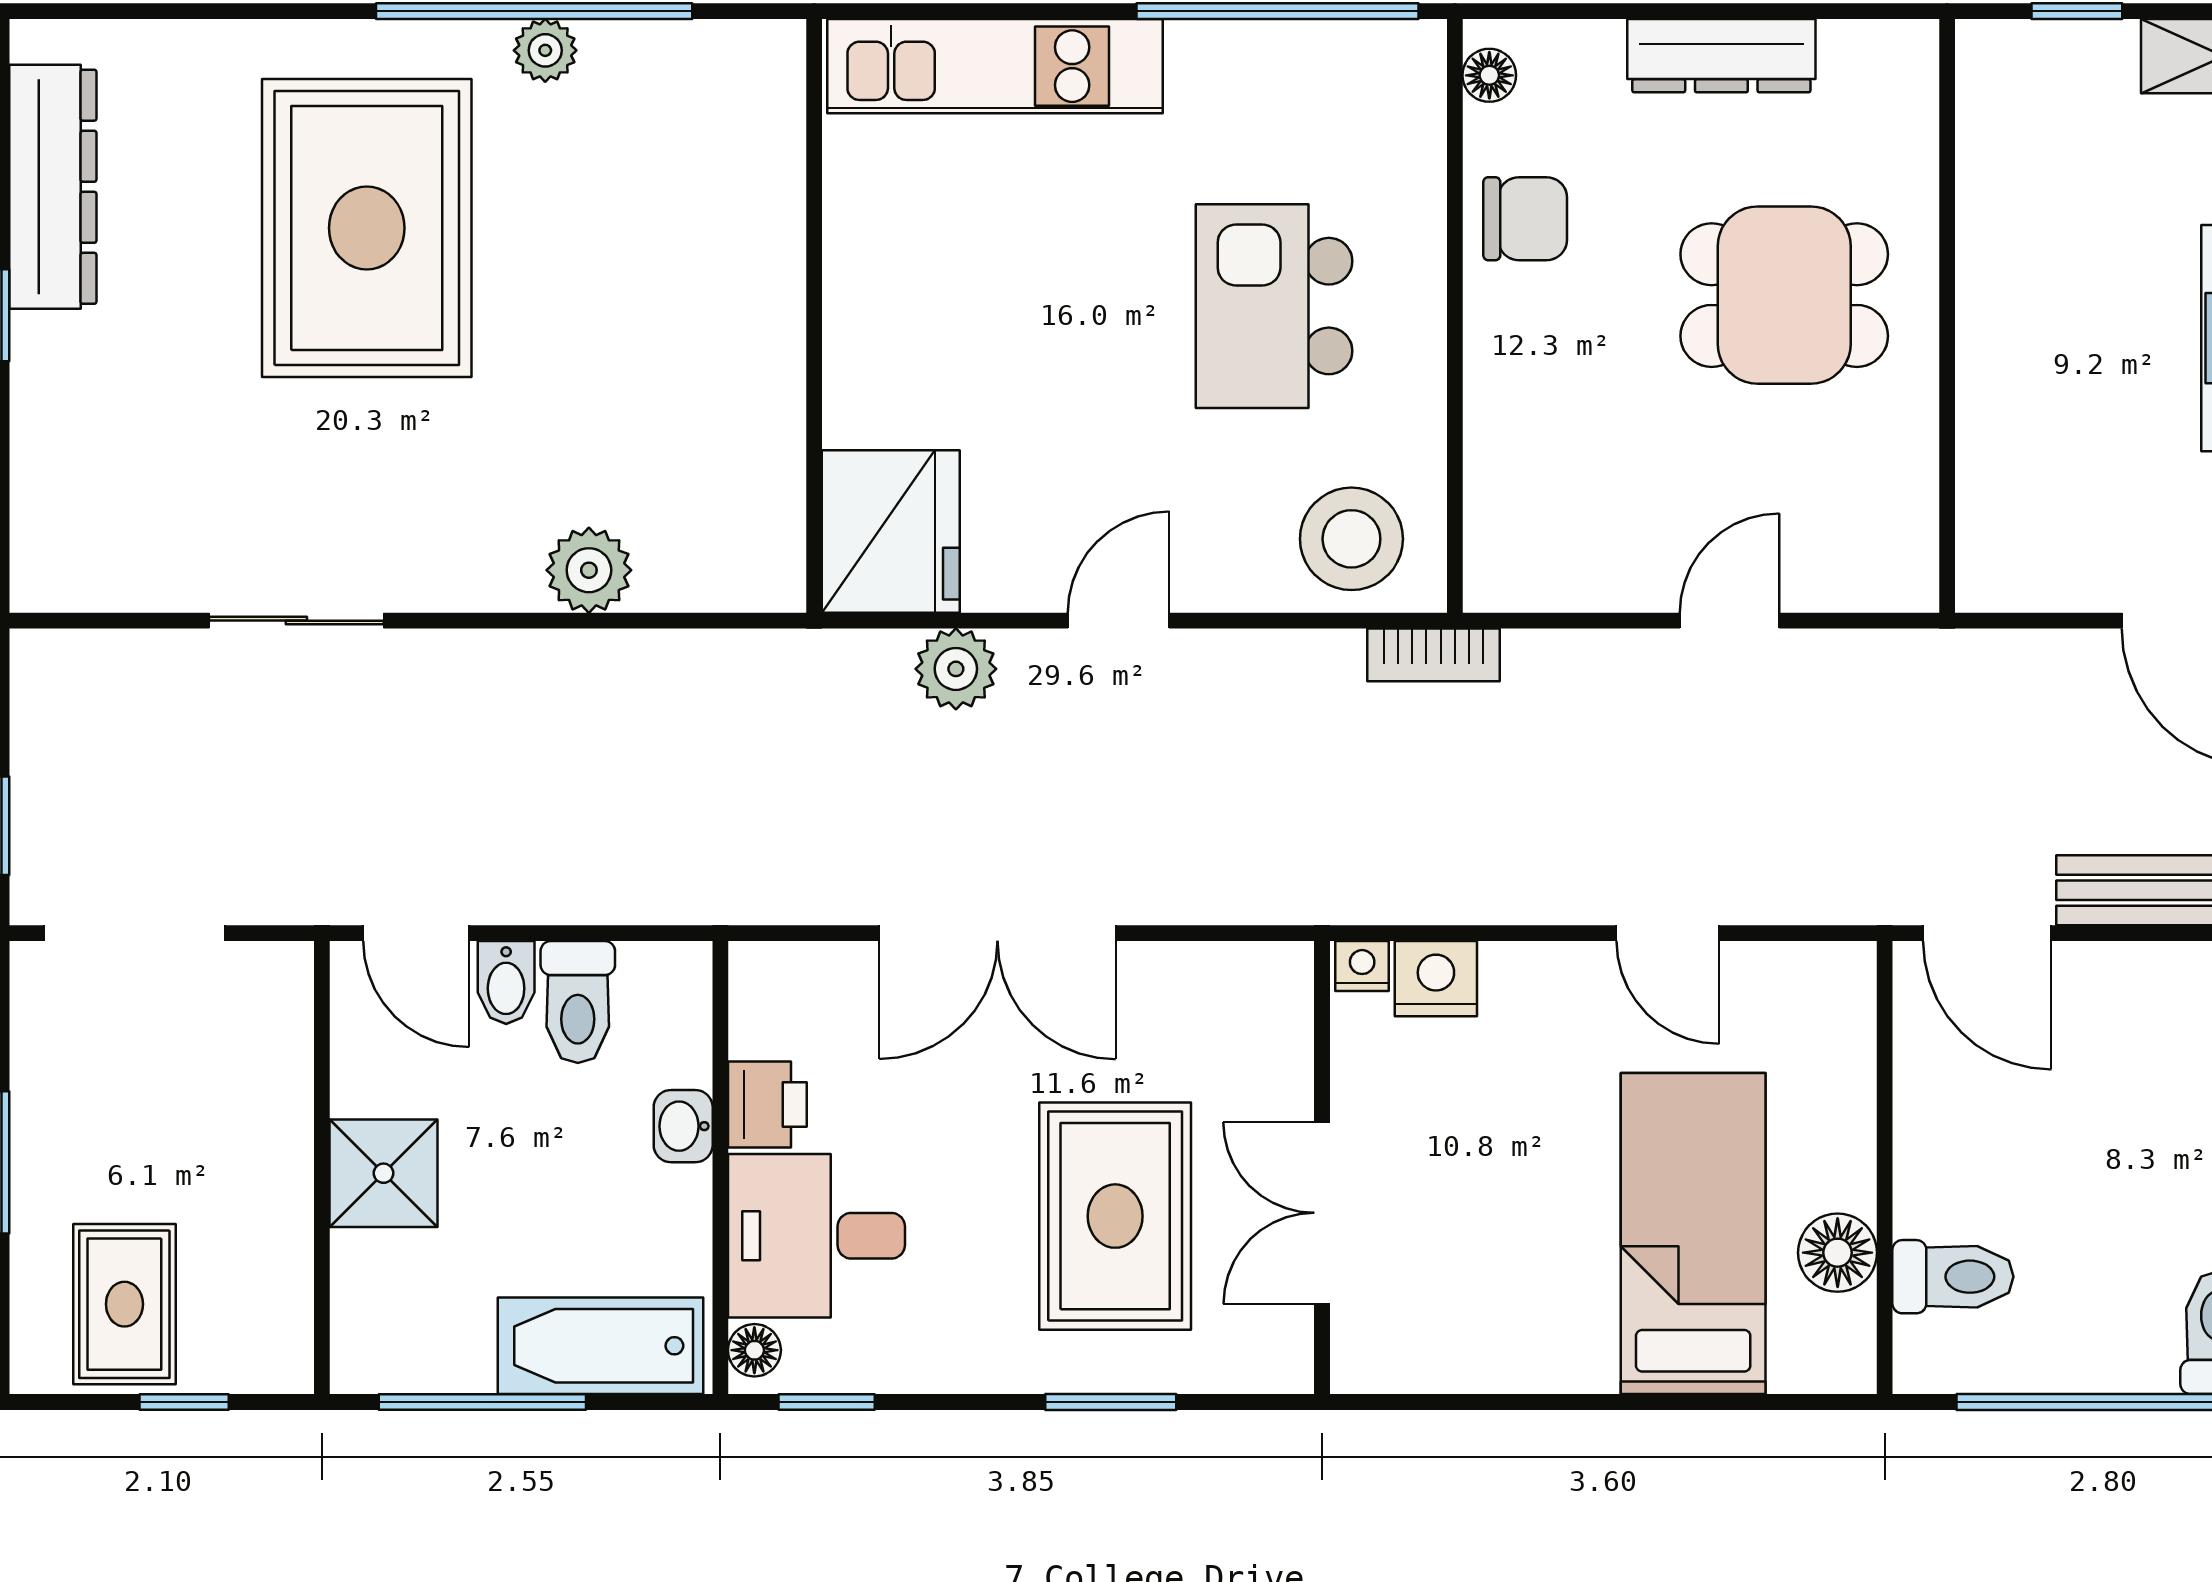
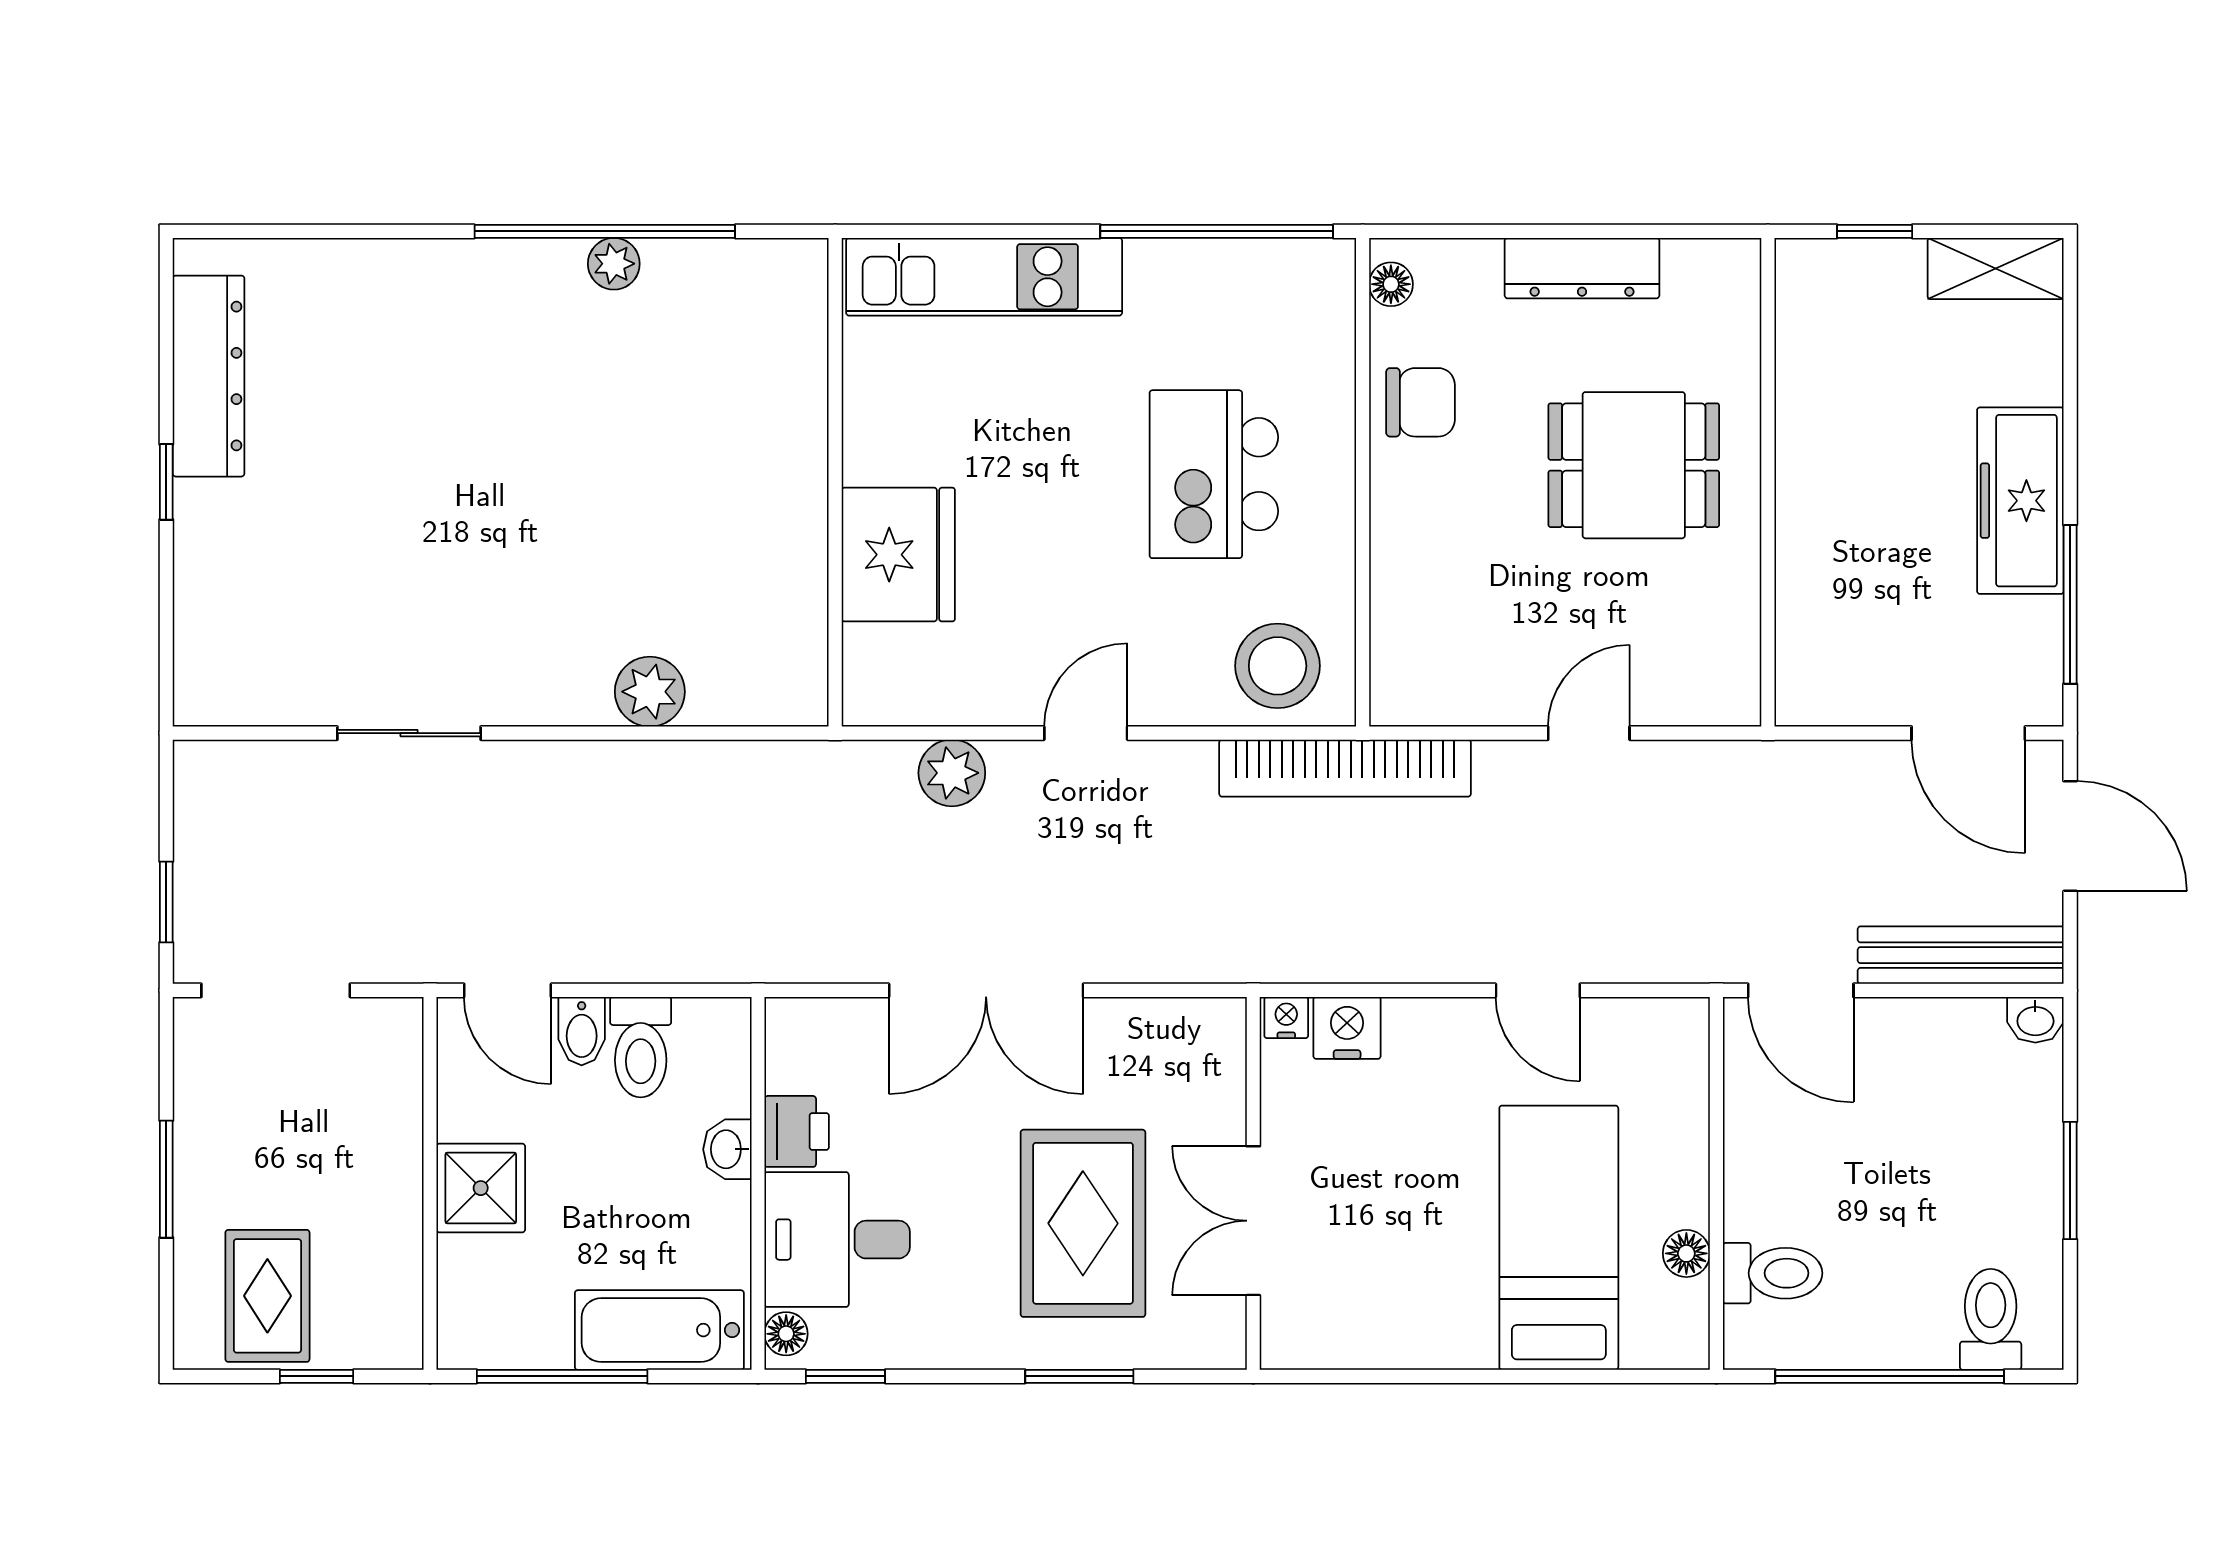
rug: (367, 228) -> (467, 410), removed
fridge: (891, 531) -> (898, 555), moved
bookcase: (1433, 655) -> (1345, 768), width x2.31, depth x1.31
floor lamp: (1838, 1253) -> (1686, 1253), width x0.73, depth x0.73

